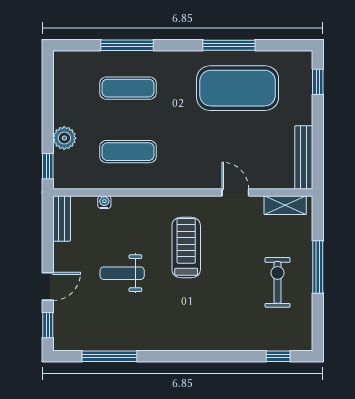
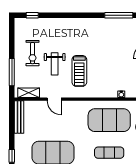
exercise mat: (128, 152) -> (109, 120), width x2.00, depth x1.45
window: (318, 267) -> (12, 72), moved
weight bench: (122, 273) -> (55, 64), moved, turned 90

